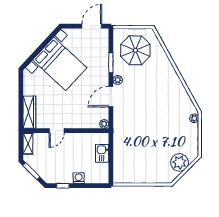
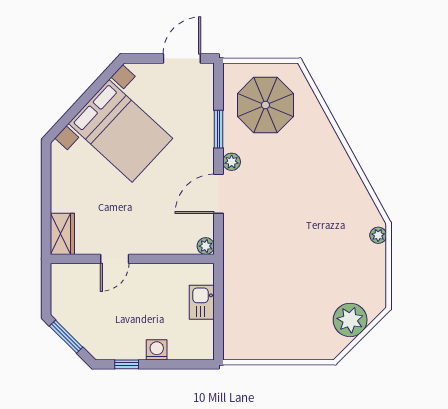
wardrobe: (29, 112) -> (62, 234), width x0.67
shelving: (28, 144) -> (60, 284), removed

